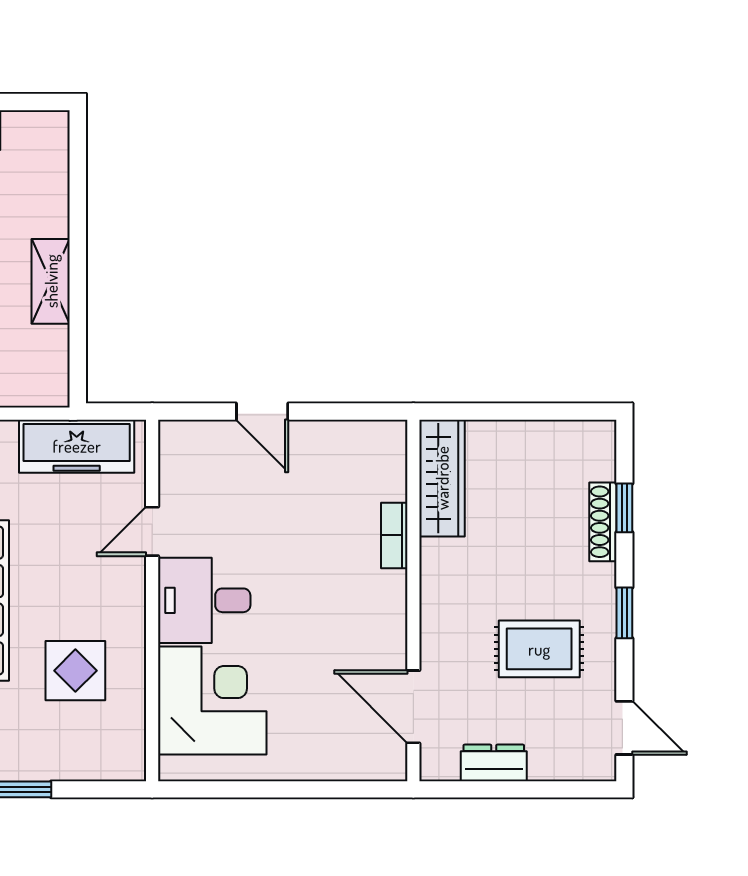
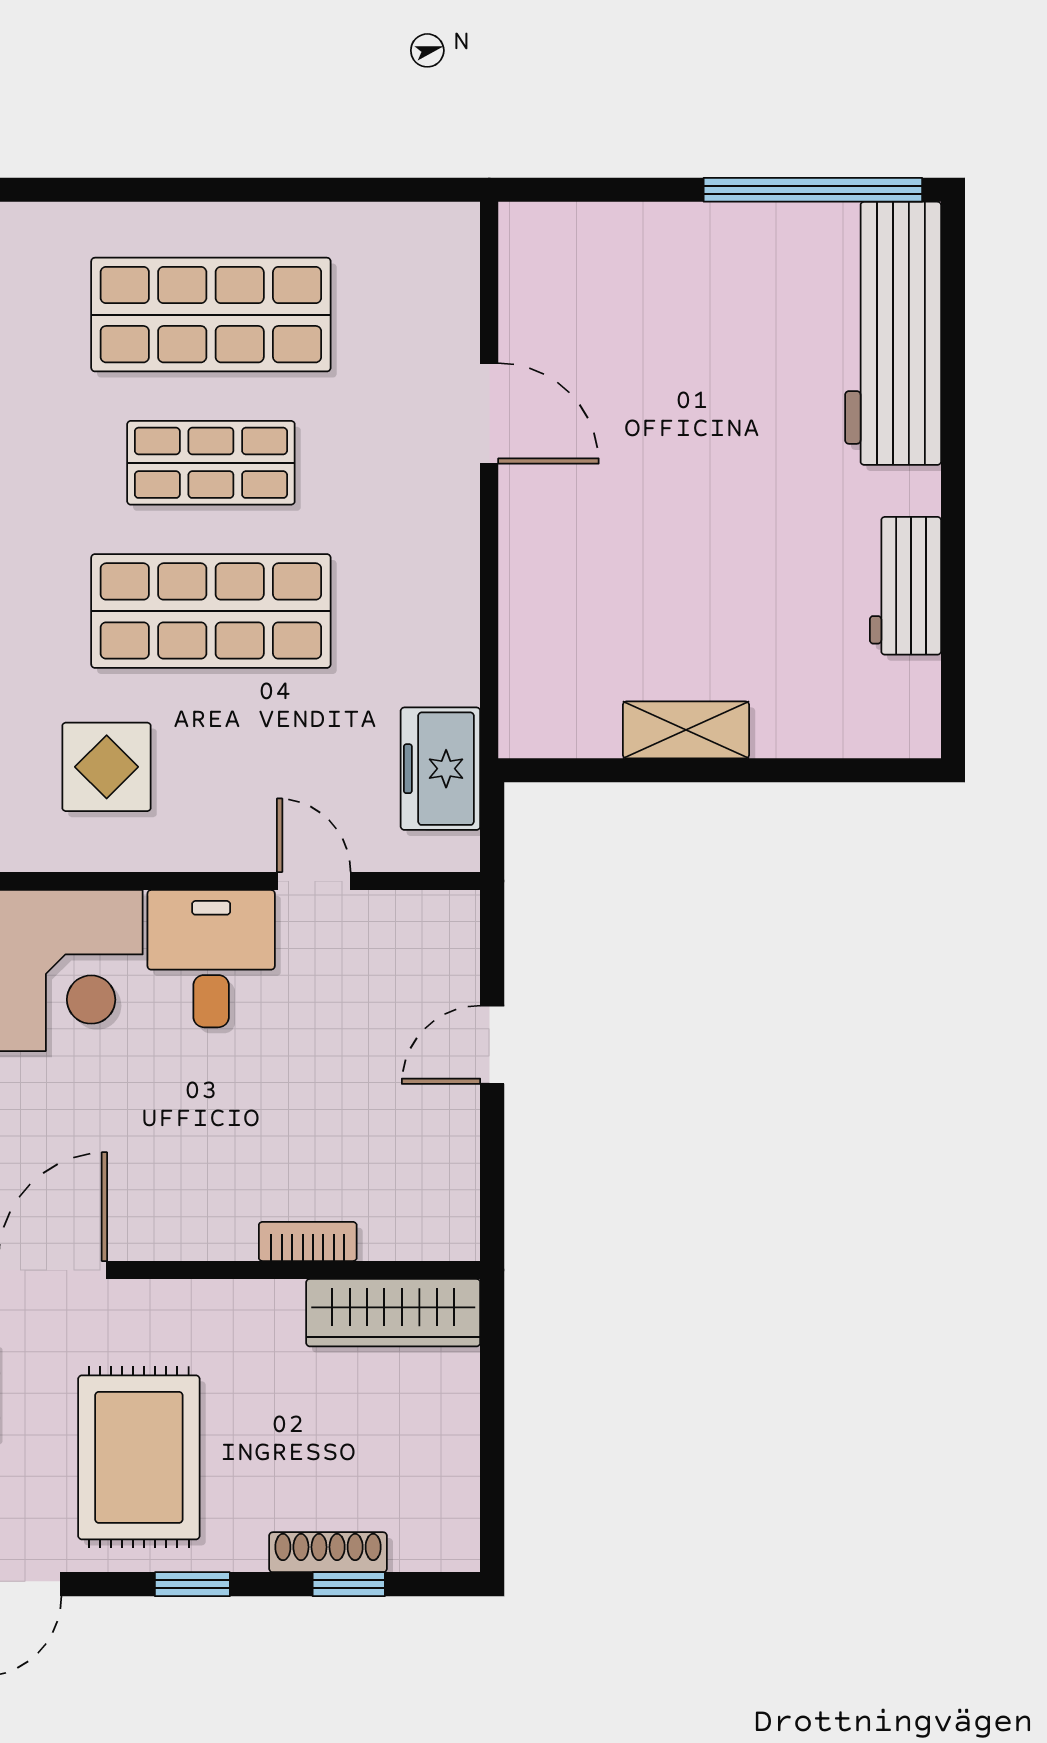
freezer: (77, 446) -> (440, 769), width x0.71
rug: (539, 649) -> (139, 1457), width x1.36, depth x1.43

